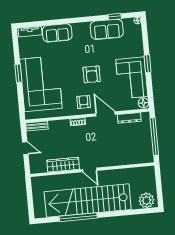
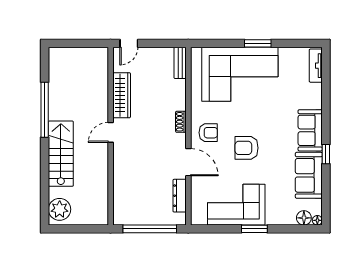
window: (115, 17) -> (326, 154), moved
sofa: (57, 33) -> (310, 130), moved
floor lamp: (143, 103) -> (304, 218), moved
door: (105, 114) -> (188, 162), hinge flipped
door: (25, 148) -> (129, 43), moved
stairs: (88, 201) -> (61, 154), width x0.54, depth x0.66

